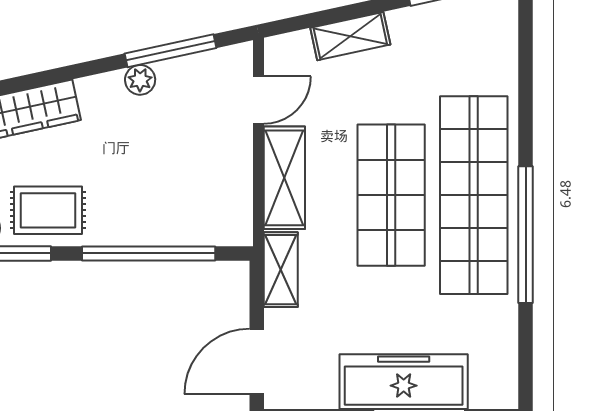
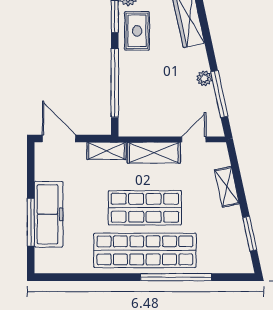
door: (258, 100) -> (194, 139), swing flipped
window: (526, 235) -> (176, 277), moved

